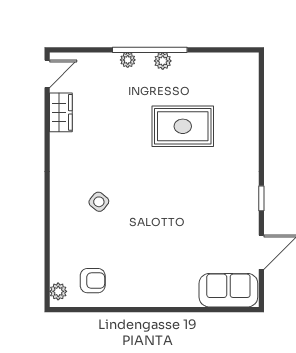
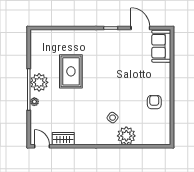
plant: (163, 61) -> (39, 82), width x1.87, depth x1.87
armchair: (93, 281) -> (154, 102), moved
plant: (58, 291) -> (126, 136), moved, width x1.88, depth x1.88

